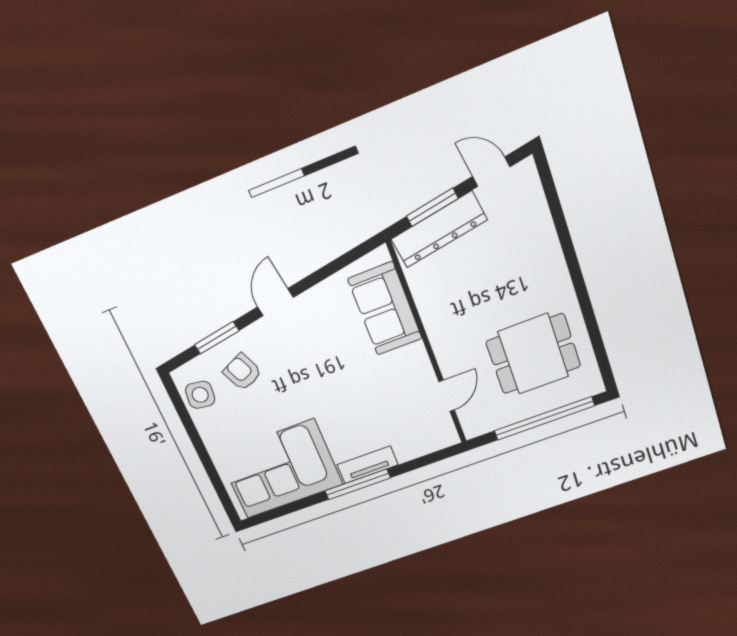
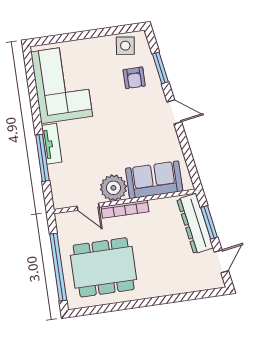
bookcase: (439, 342) -> (125, 209), added
dining table: (533, 354) -> (104, 267), width x1.38
plant: (411, 366) -> (113, 188), added
armchair: (242, 372) -> (134, 78), turned 114
window: (358, 484) -> (42, 158), moved

